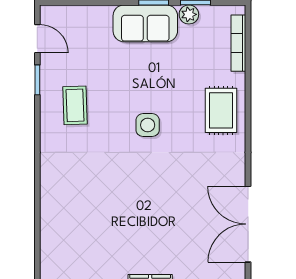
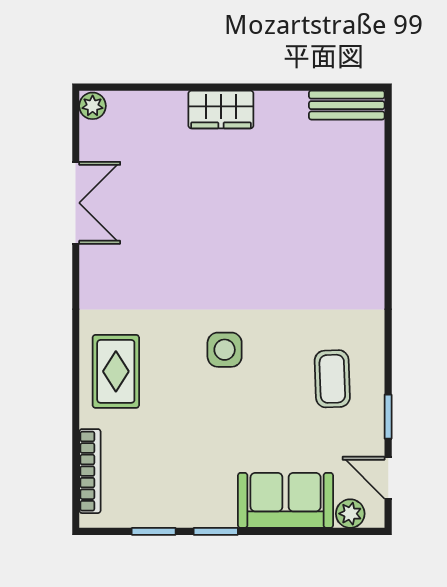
plant: (189, 14) -> (350, 514), moved
sofa: (145, 23) -> (286, 500), moved
double door: (248, 224) -> (76, 203), width x0.73

